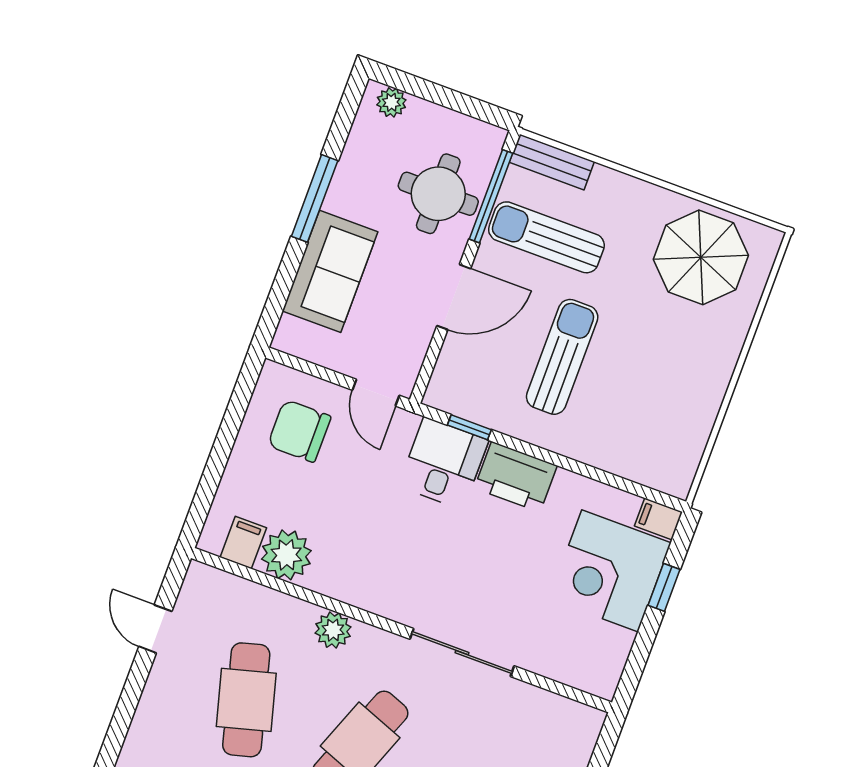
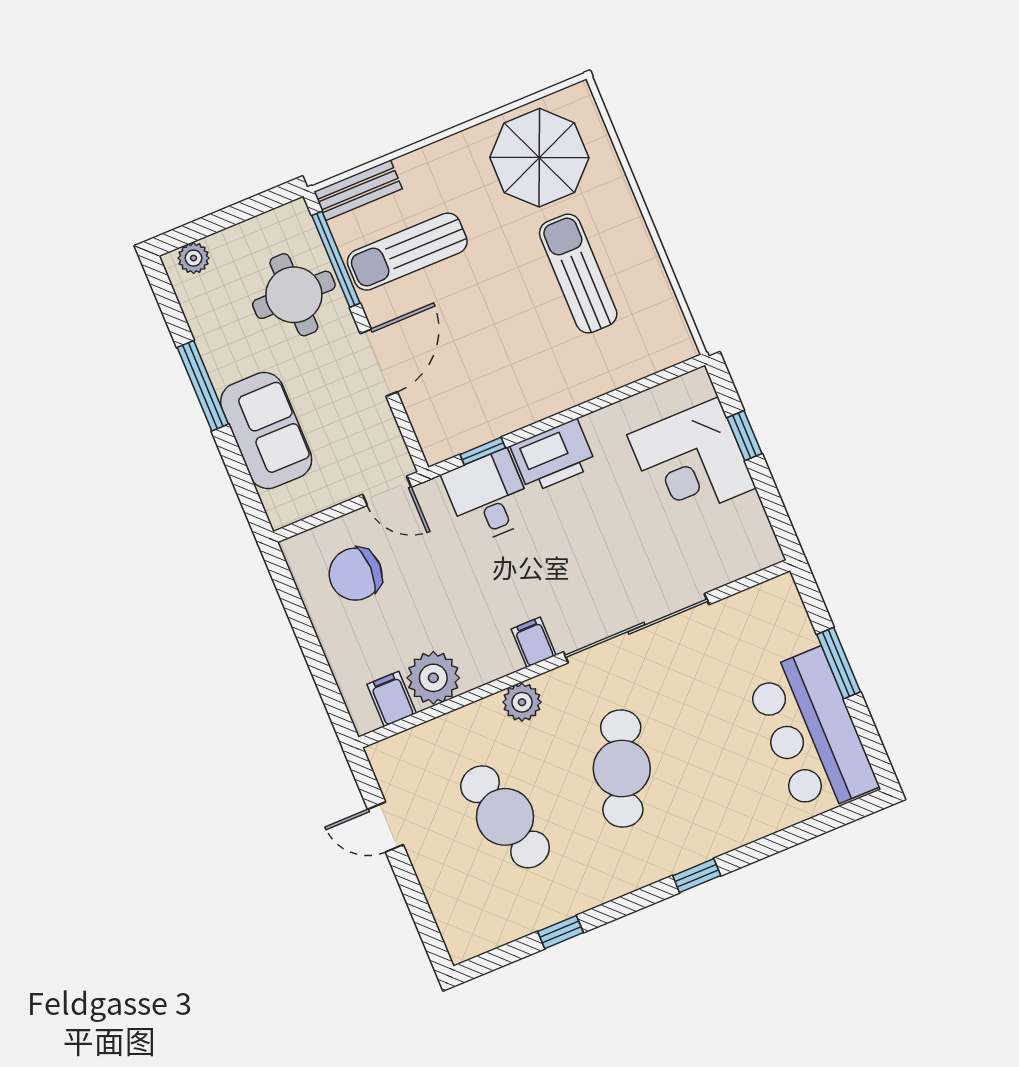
sun lounger: (562, 357) -> (578, 274), moved
filing cabinet: (658, 519) -> (534, 642), moved, turned 90
sliding door: (462, 653) -> (636, 628), width x1.36

